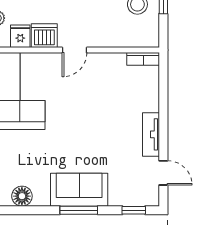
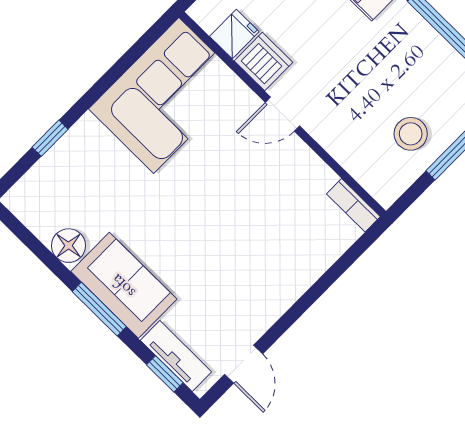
tv unit: (151, 134) -> (176, 356), moved, turned 90
floor lamp: (22, 196) -> (69, 246), moved

